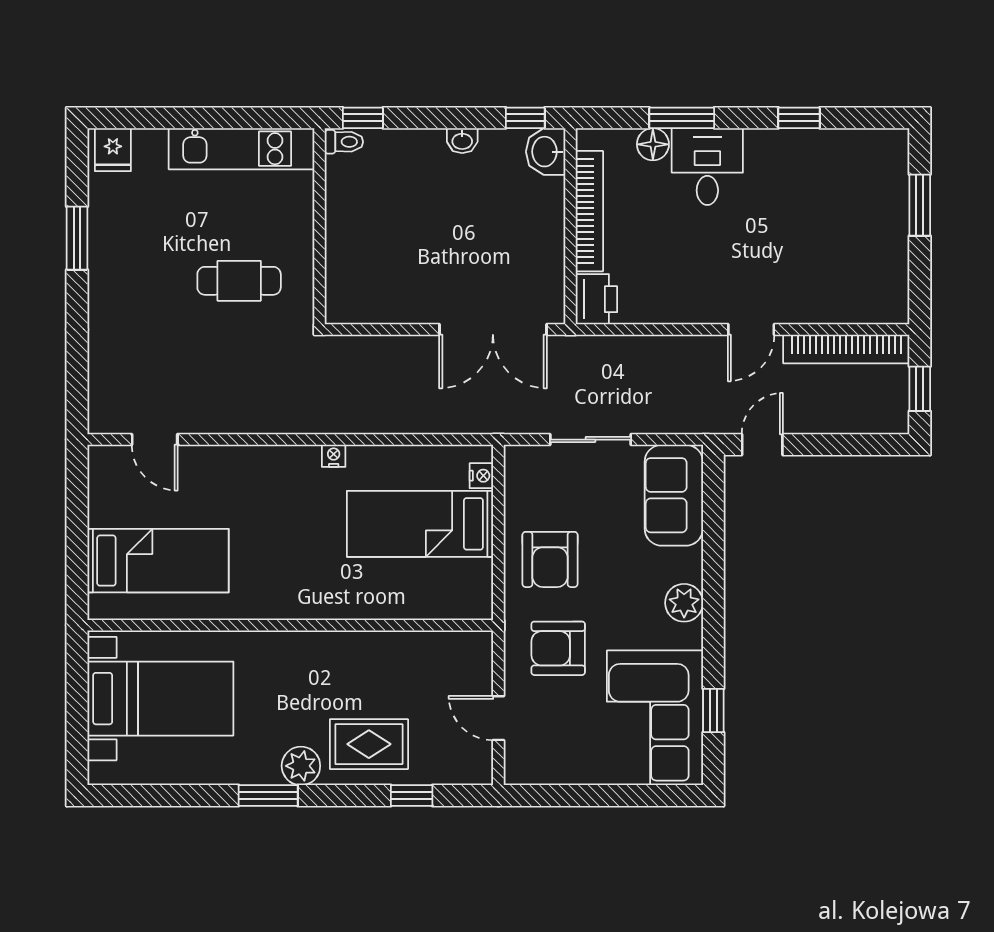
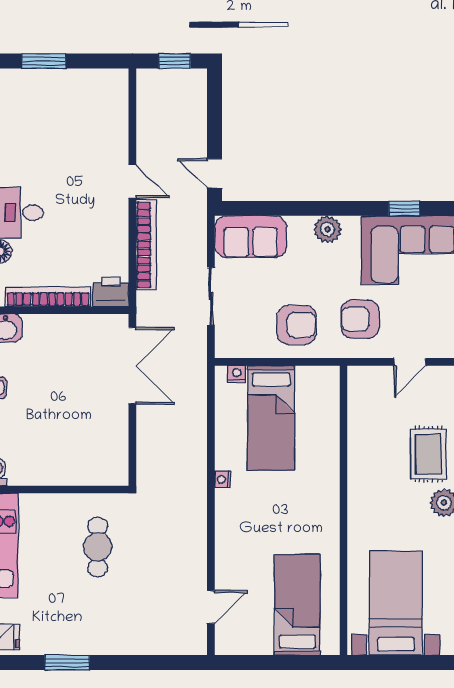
bookcase: (846, 349) -> (146, 245), moved
armchair: (558, 648) -> (360, 319), turned 90

